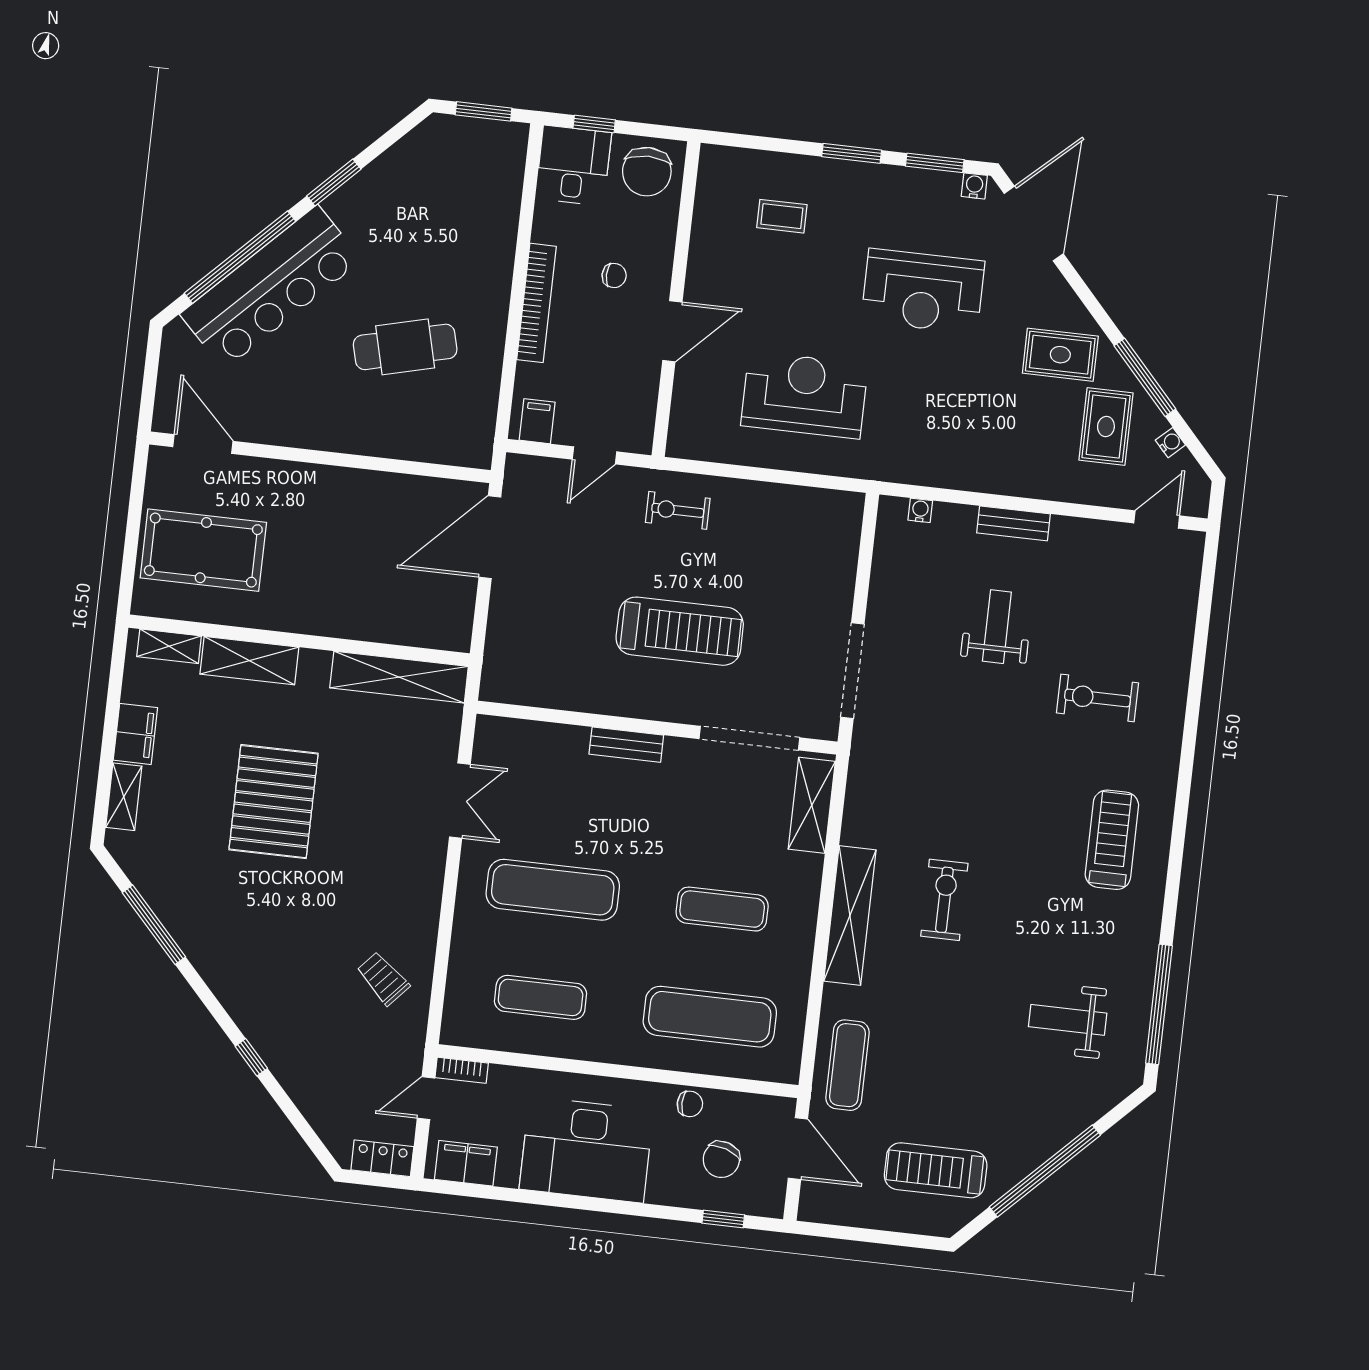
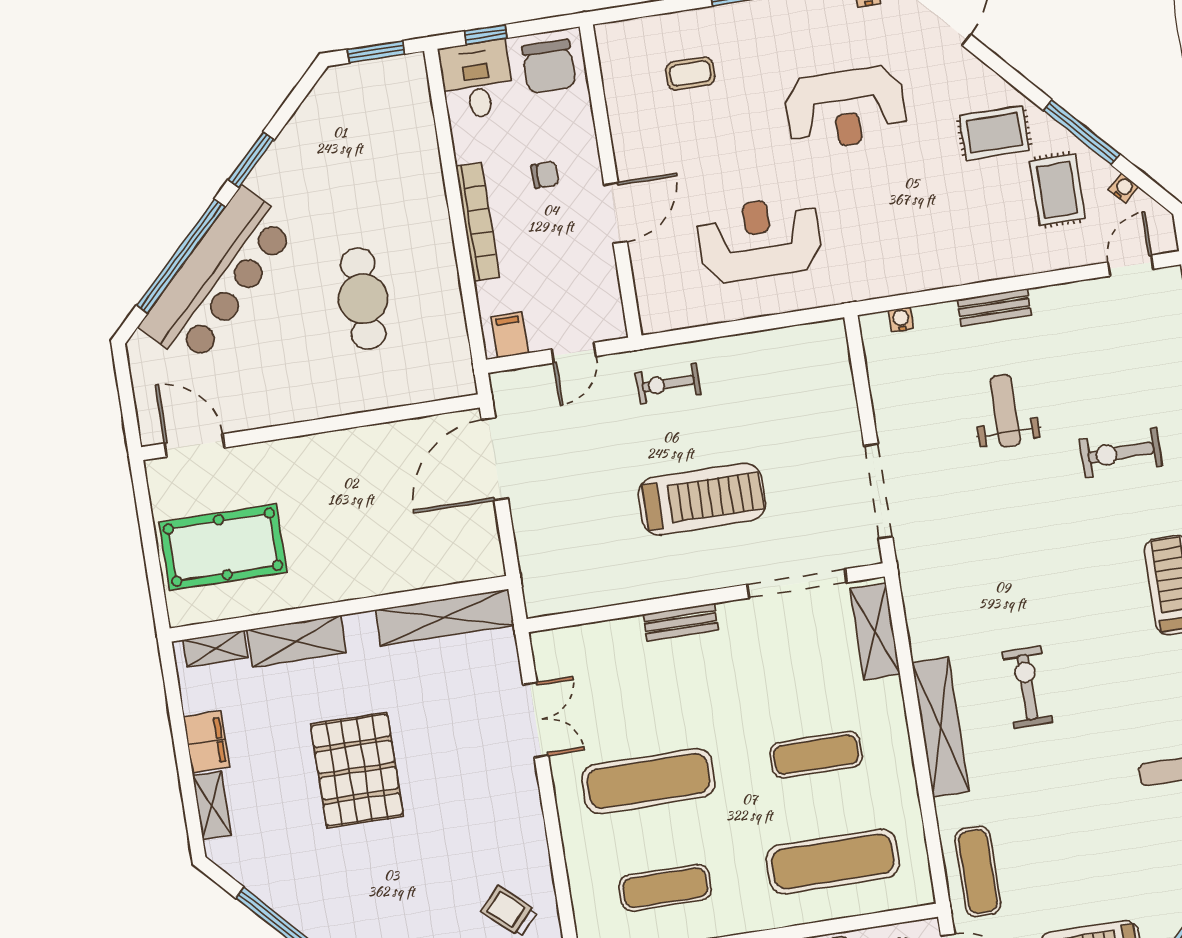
cafe table: (405, 347) -> (363, 299), turned -76

